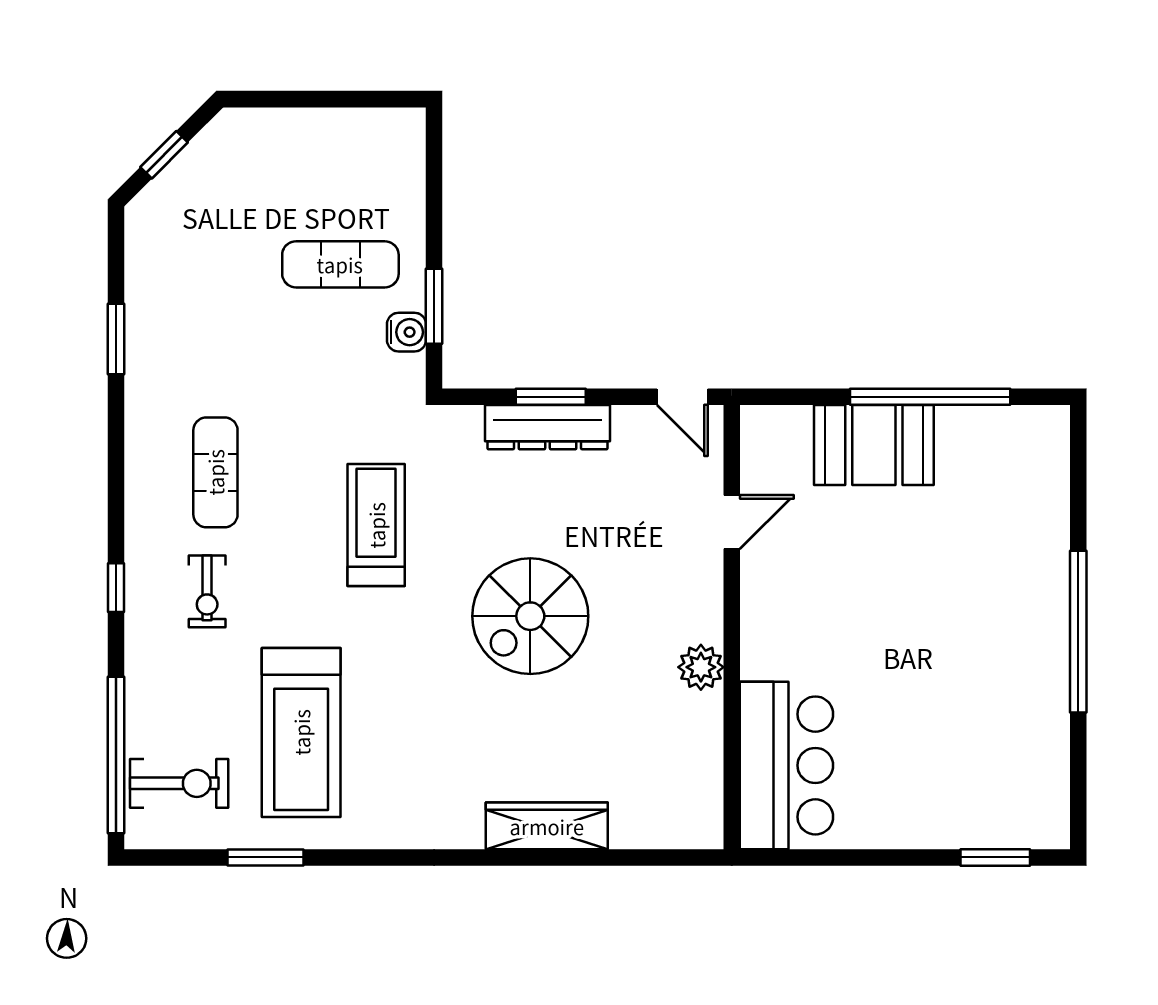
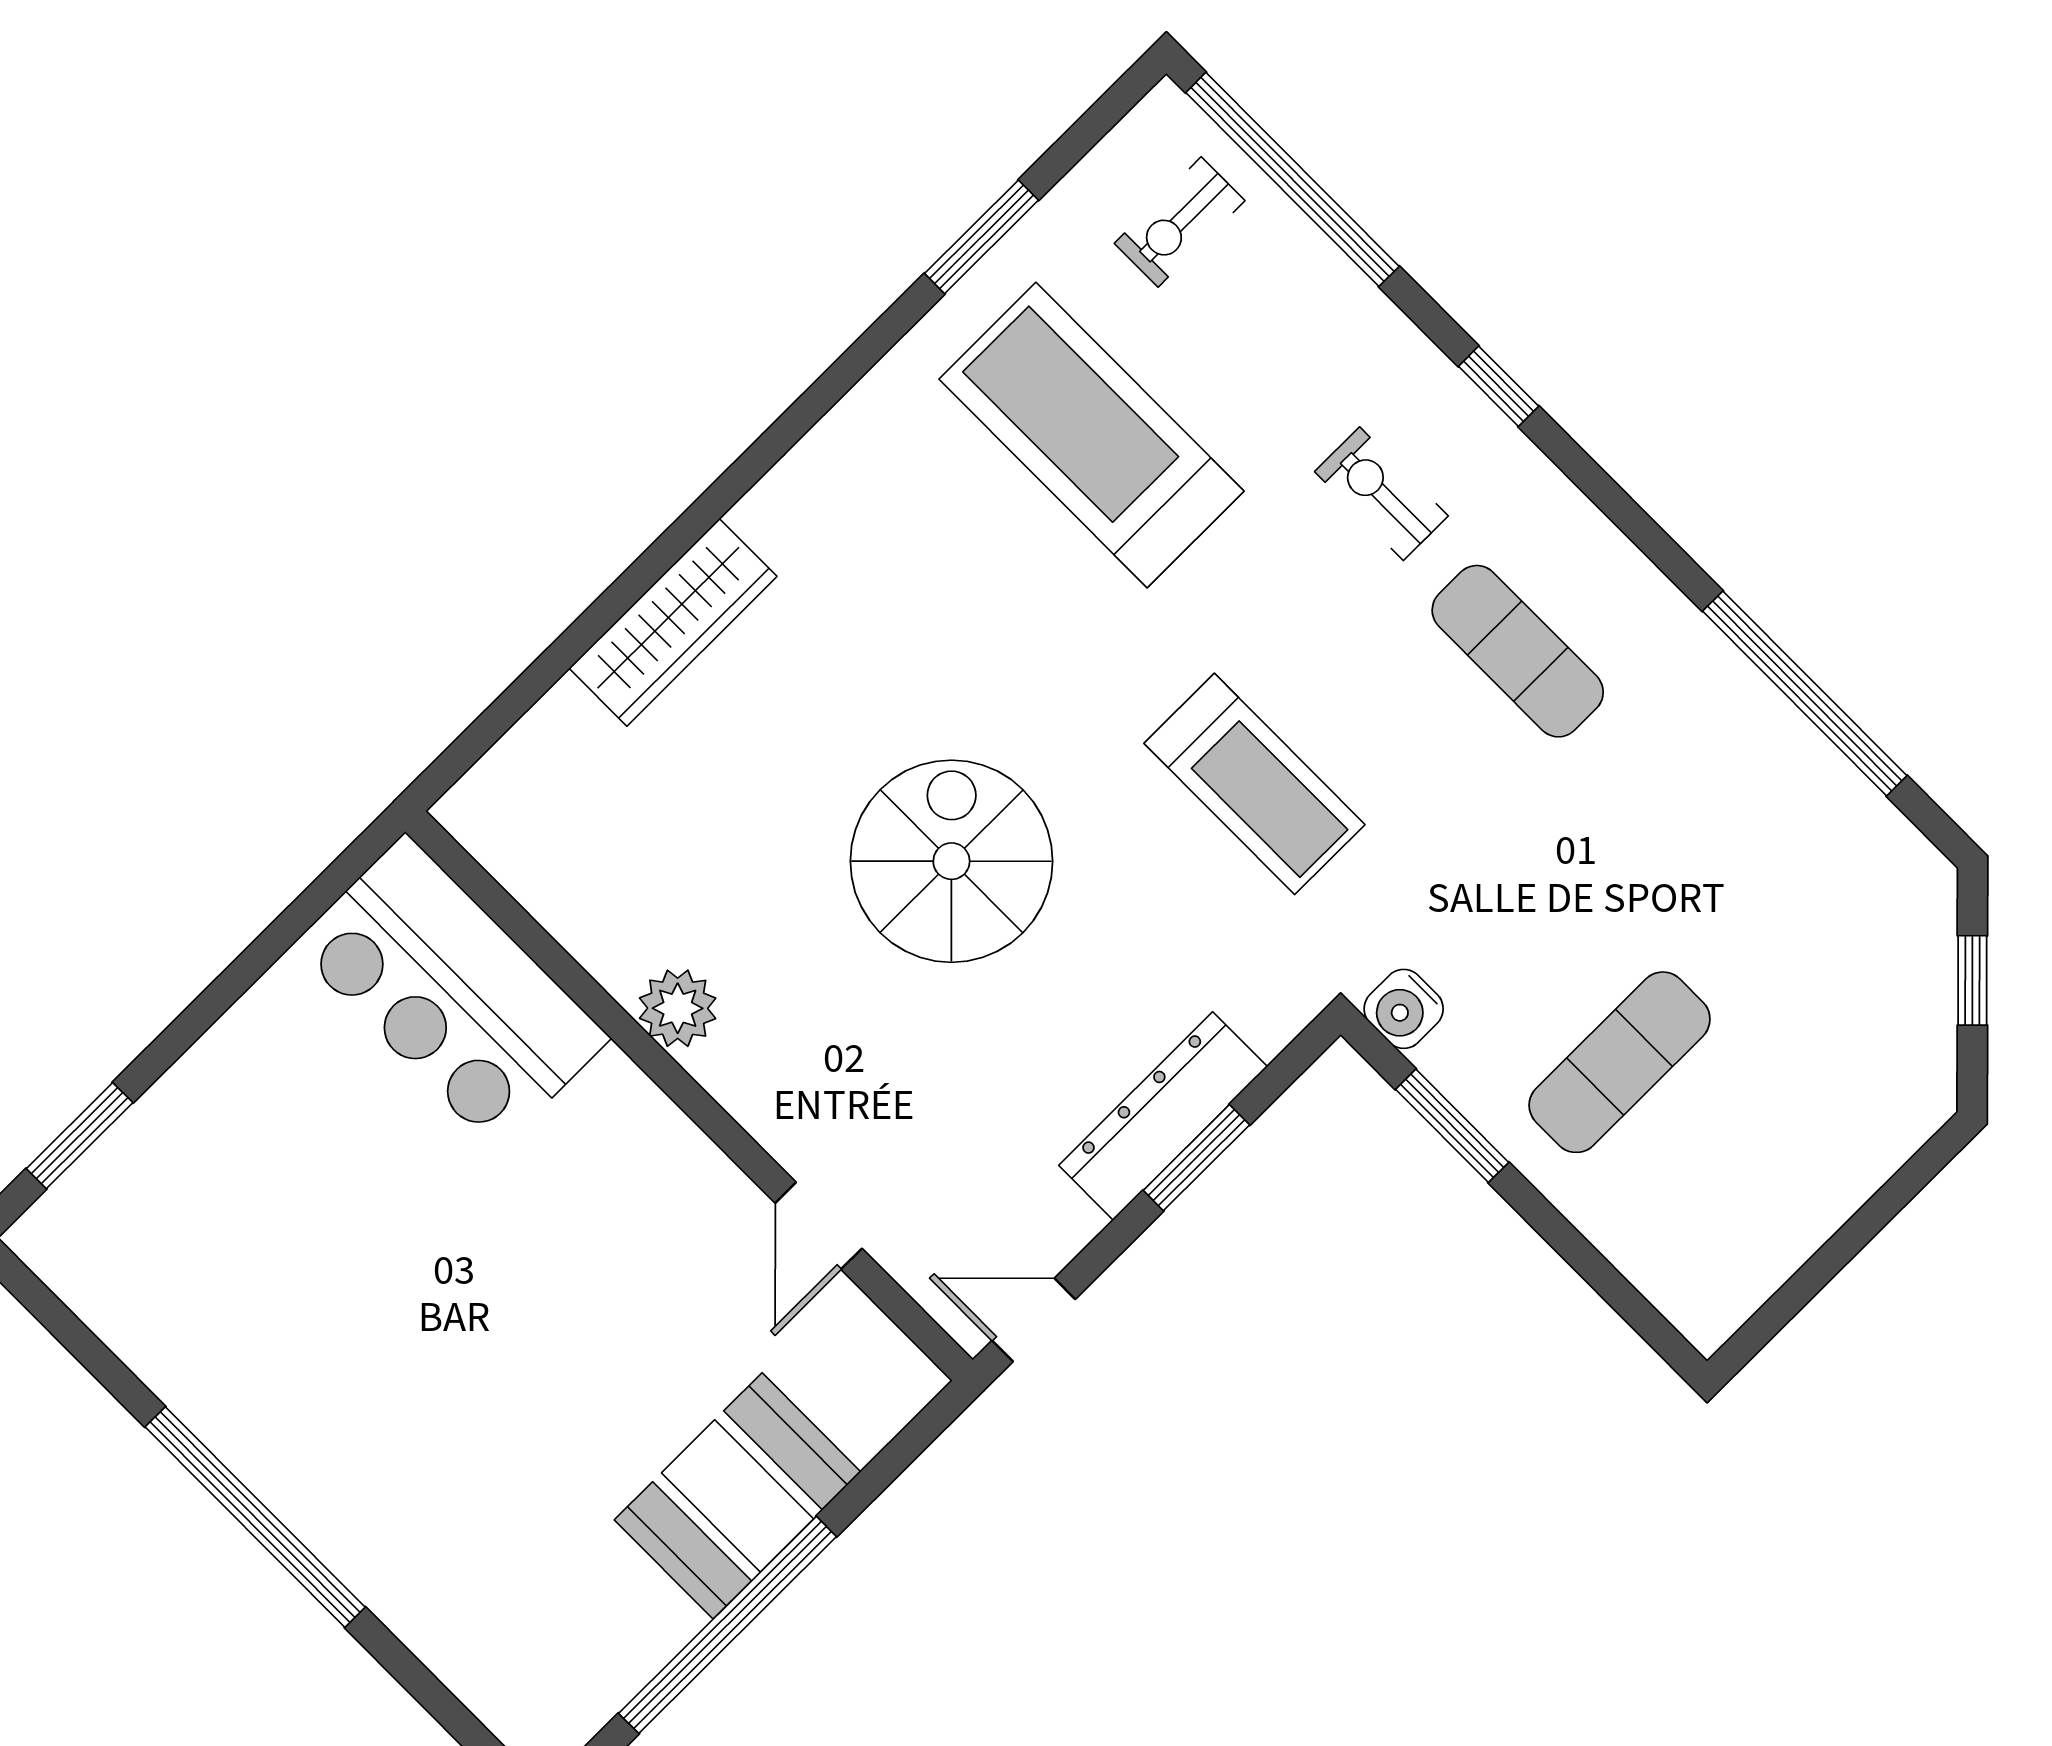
water cooler: (406, 332) -> (1404, 1009), moved
window: (116, 339) -> (1805, 693), width x2.11
exercise bike: (179, 783) -> (1180, 222), width x0.73, depth x0.72

